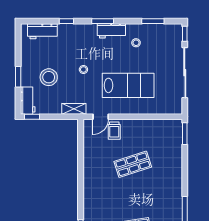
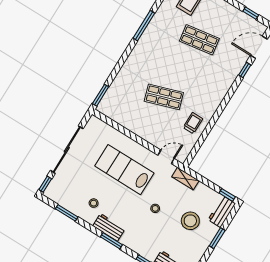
trolley: (114, 131) -> (193, 123), moved

